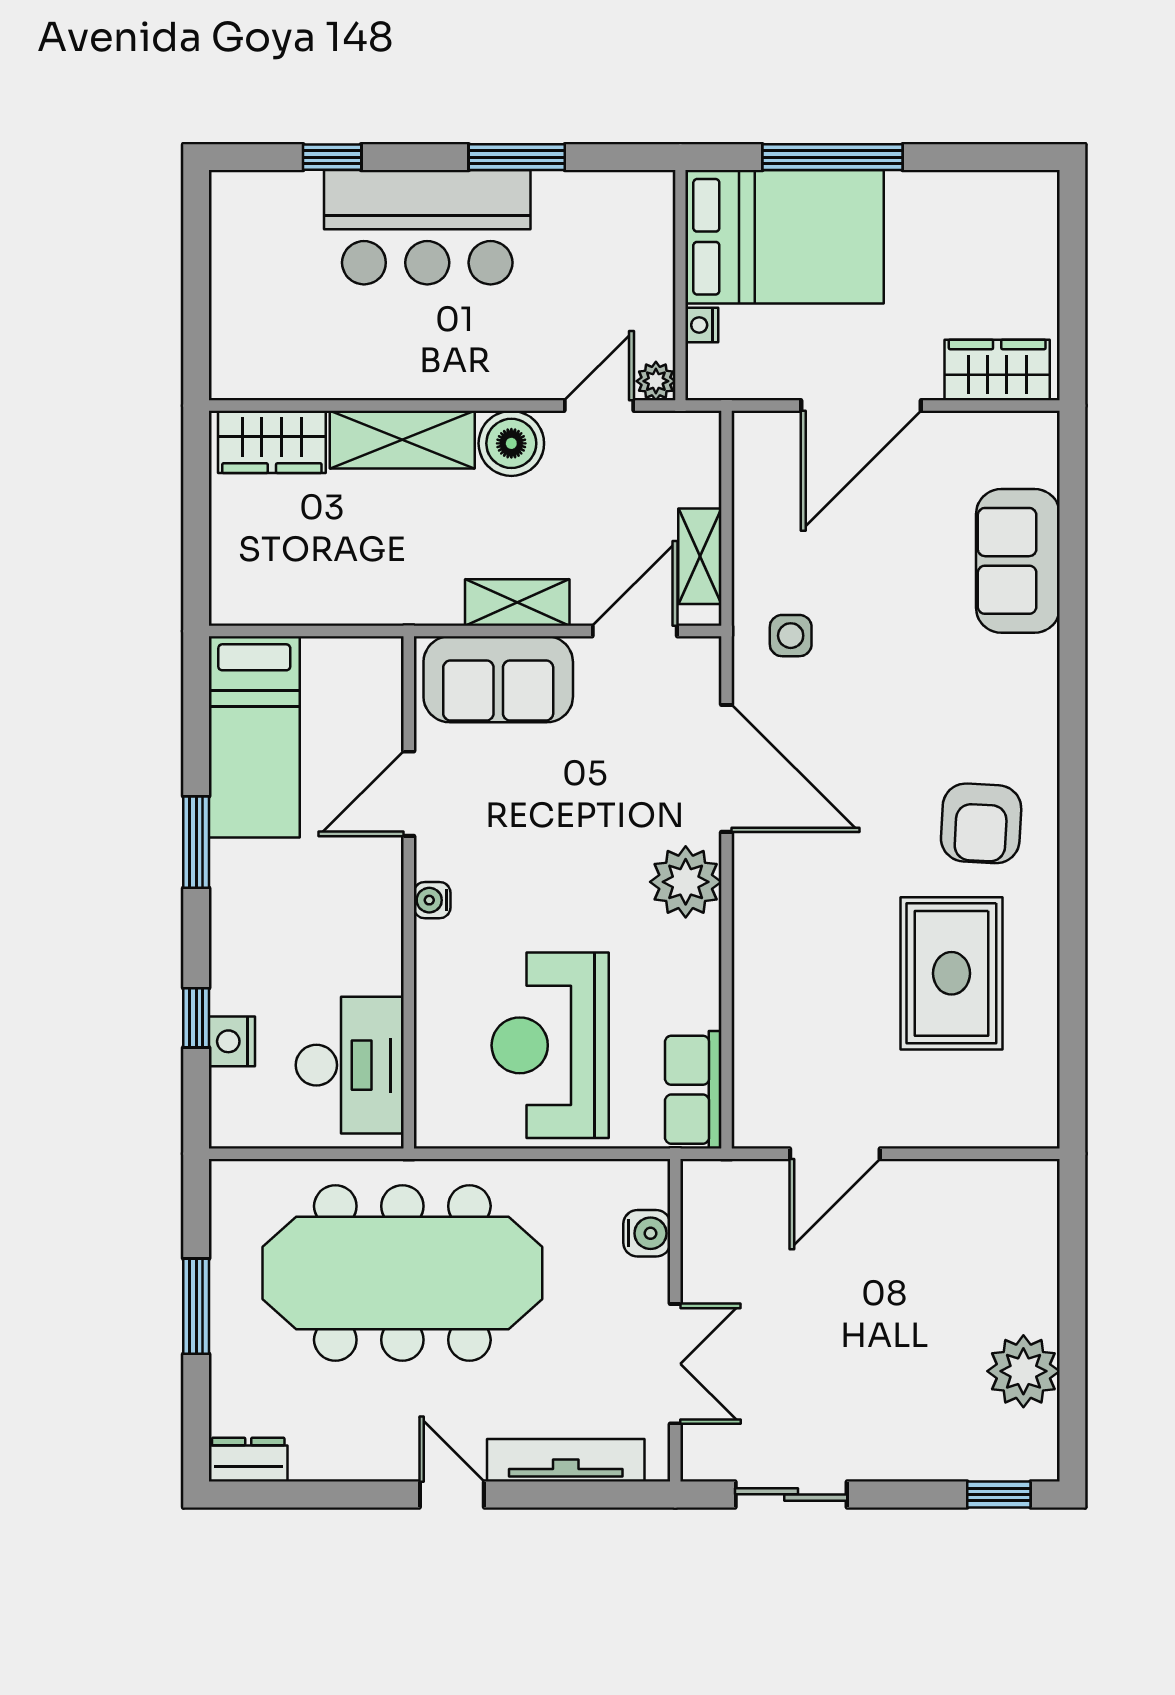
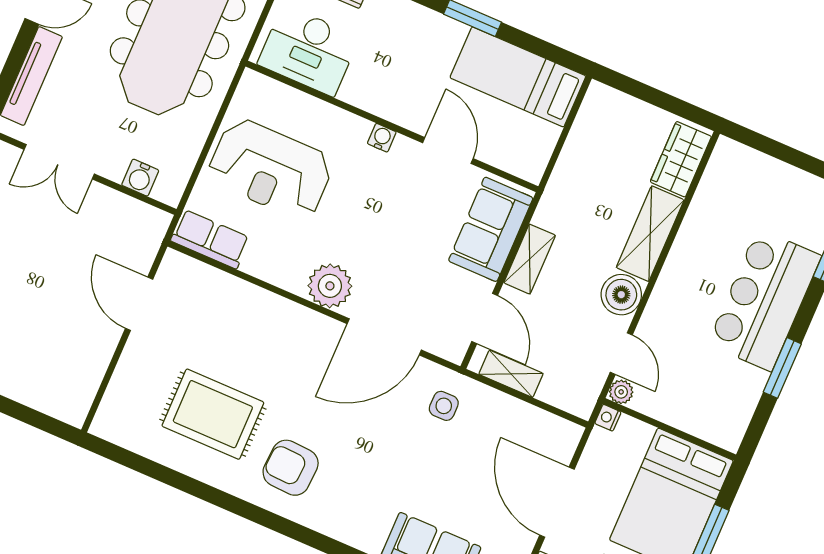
nightstand: (702, 325) -> (608, 418), moved, turned -90
reception desk: (550, 1045) -> (270, 169), turned 180

